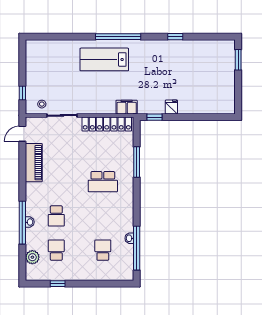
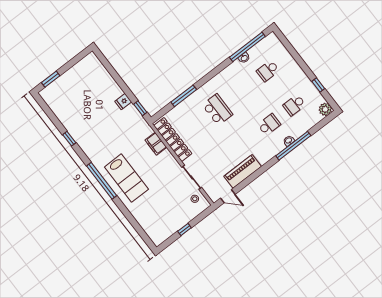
window: (22, 93) -> (184, 230), moved
filing cabinet: (127, 107) -> (156, 144), moved
plant: (32, 257) -> (325, 109), moved

